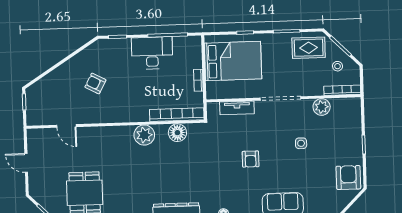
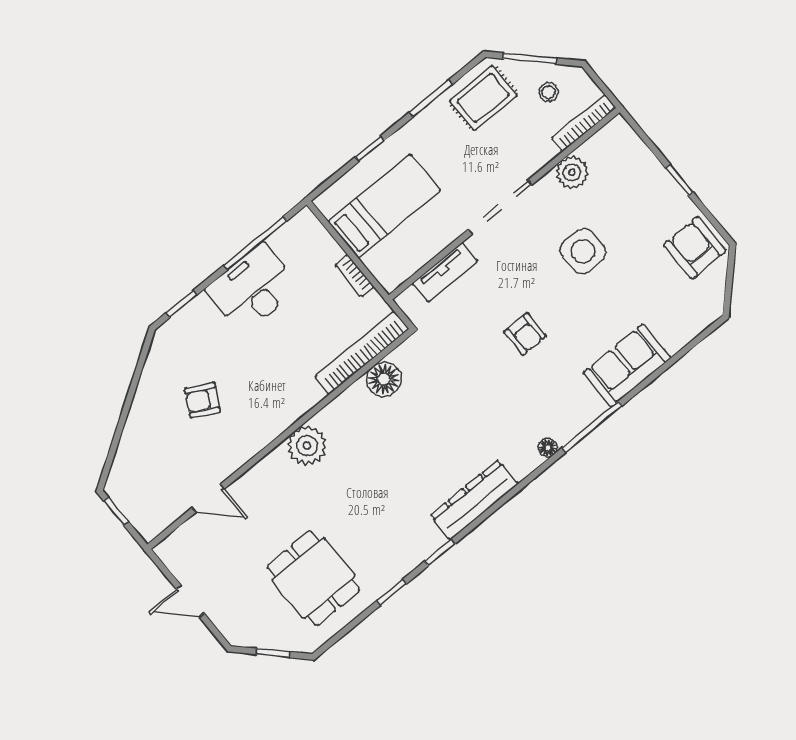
bed: (233, 61) -> (384, 206), width x0.67
plant: (144, 135) -> (307, 446), moved
side table: (301, 143) -> (583, 251), width x1.87, depth x1.87

